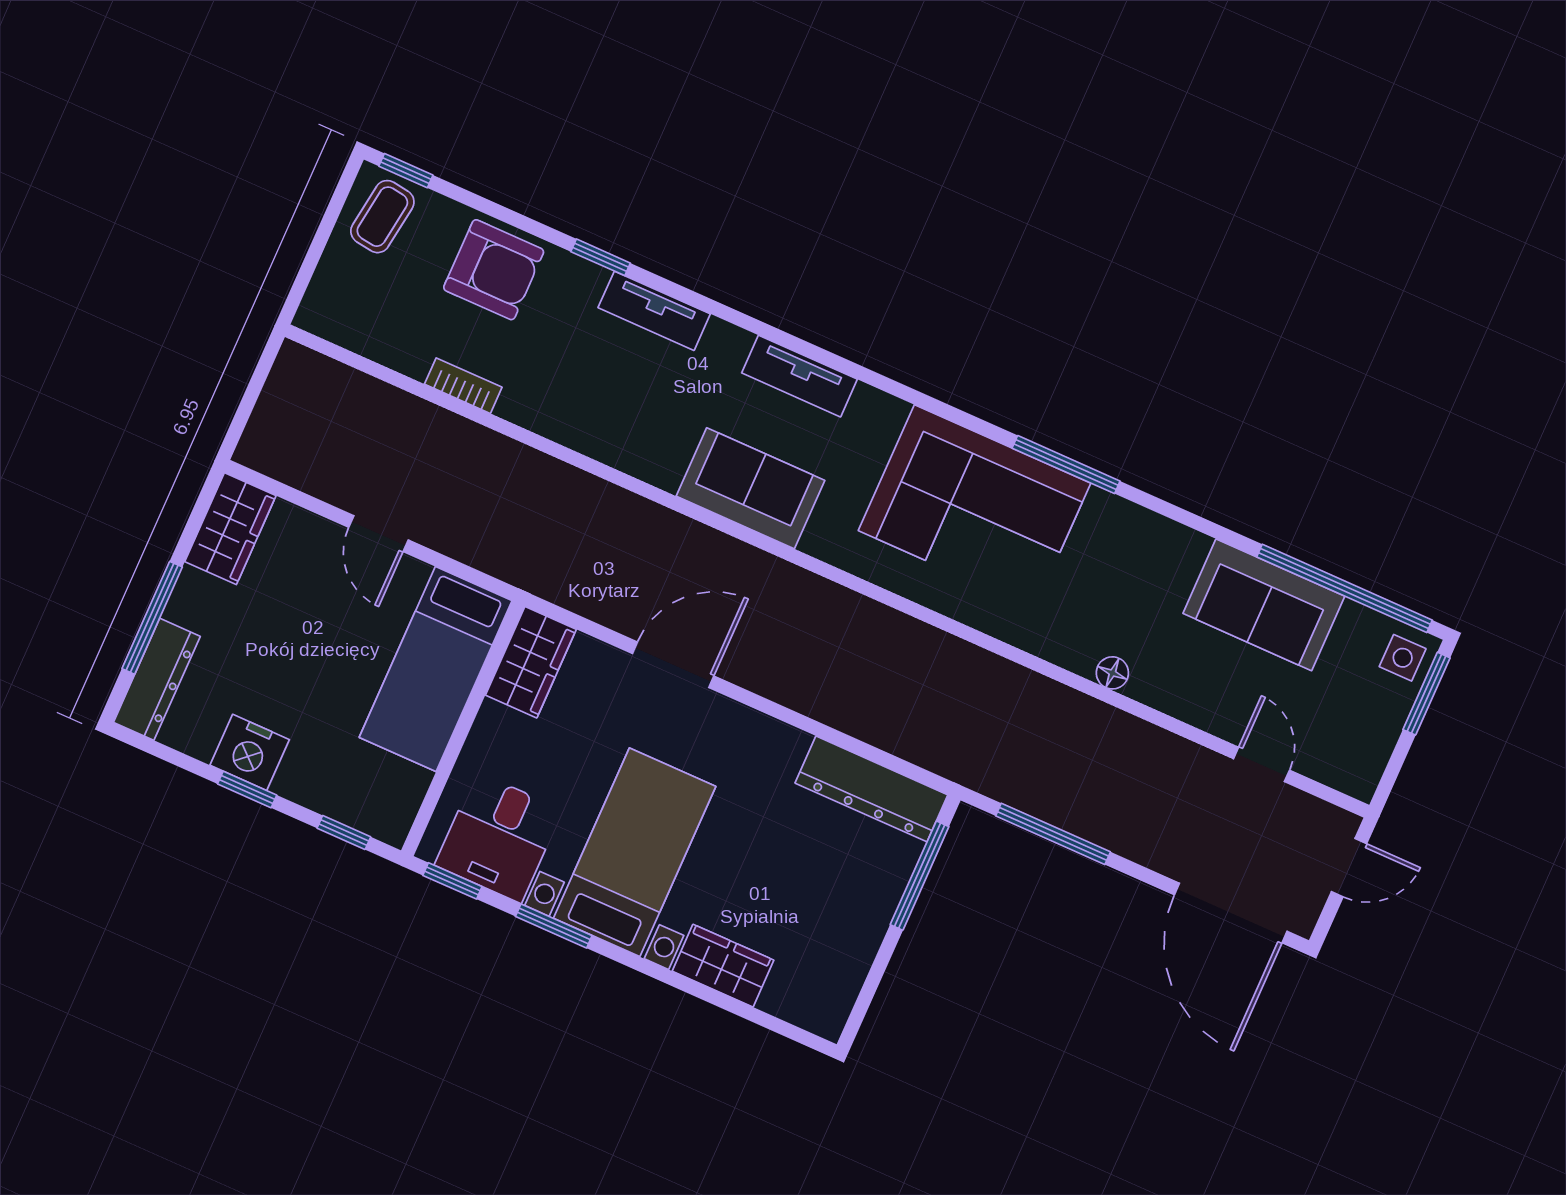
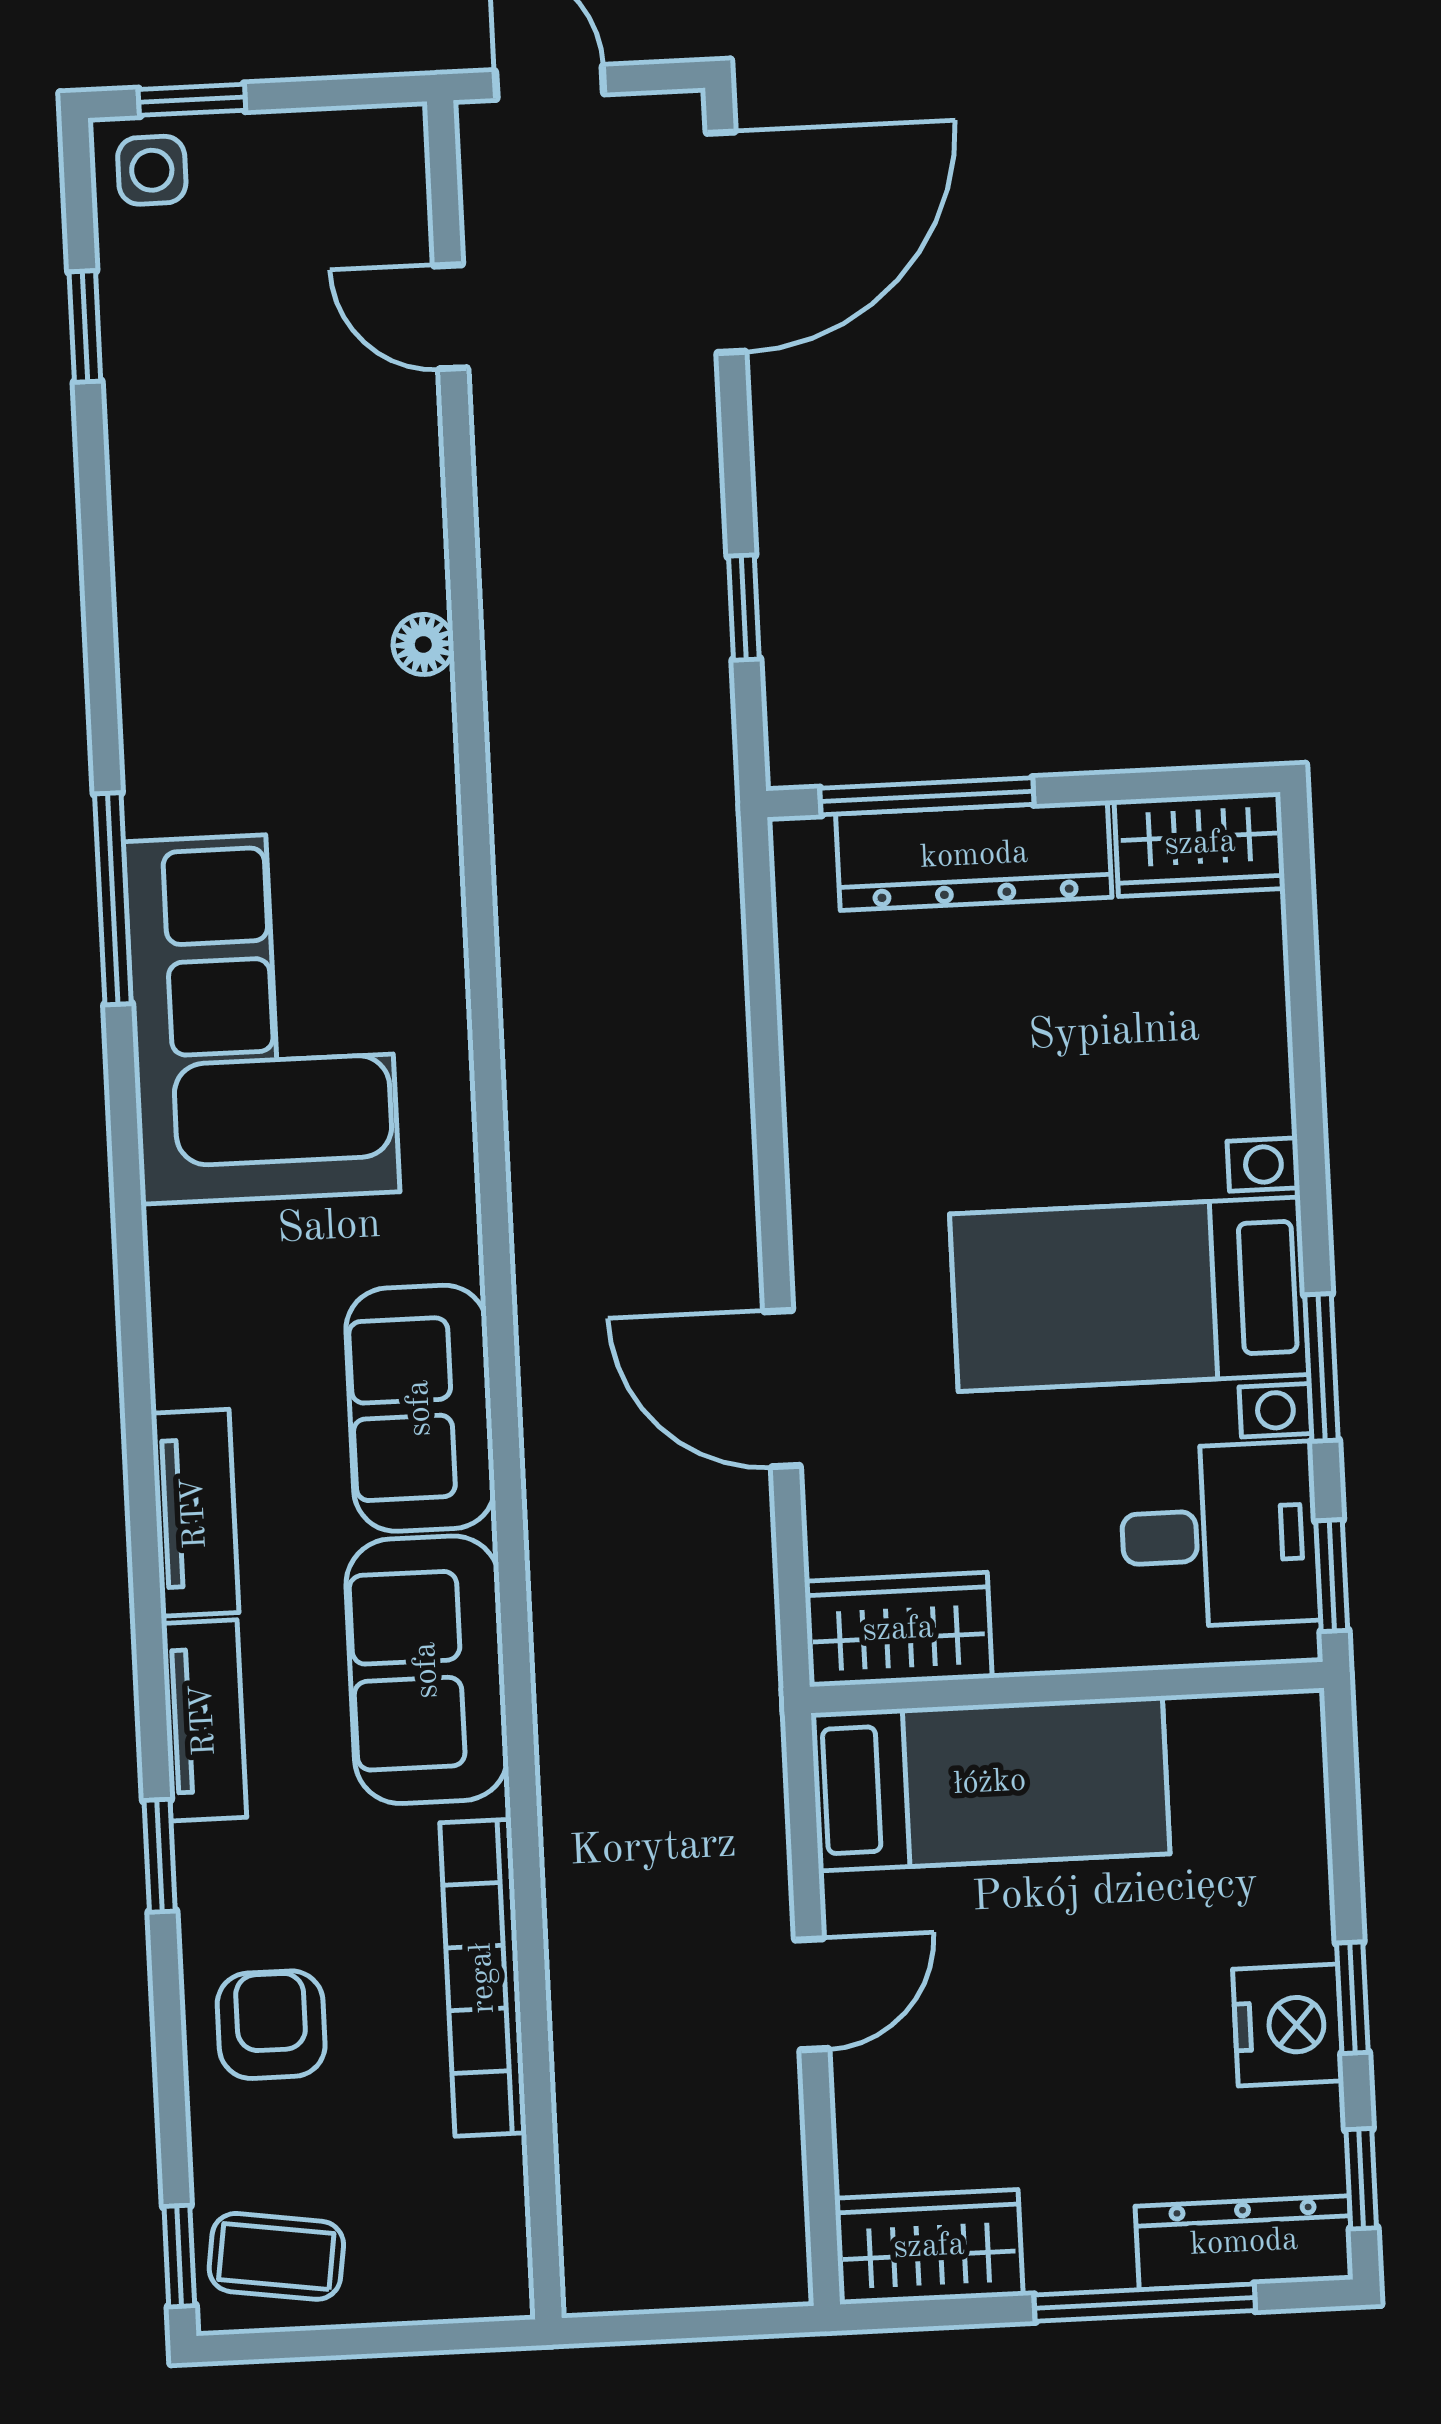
armchair: (494, 270) -> (271, 2025), width x0.72, depth x0.72
tv unit: (799, 376) -> (195, 1513), moved
bookcase: (463, 386) -> (483, 1978), width x2.31, depth x1.31
window: (1344, 588) -> (85, 327), width x0.32
sofa: (1264, 605) -> (427, 1670), moved, turned 180
window: (1426, 694) -> (192, 100), width x0.67
door: (1261, 764) -> (451, 317), hinge flipped
dresser: (871, 789) -> (974, 856), moved, turned 90
window: (344, 833) -> (1361, 2179), moved
window: (1053, 834) -> (744, 608), width x0.46
wardrobe: (723, 966) -> (1200, 844), moved, turned -90

